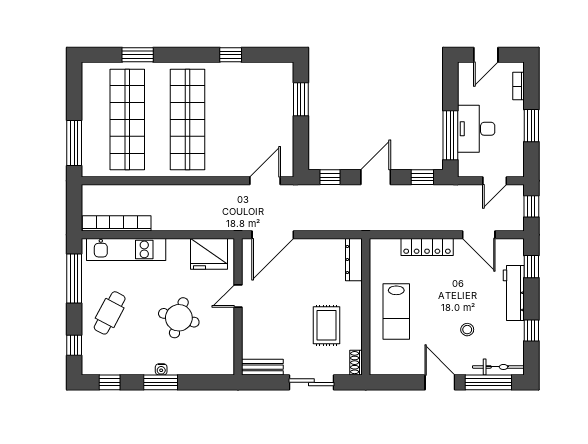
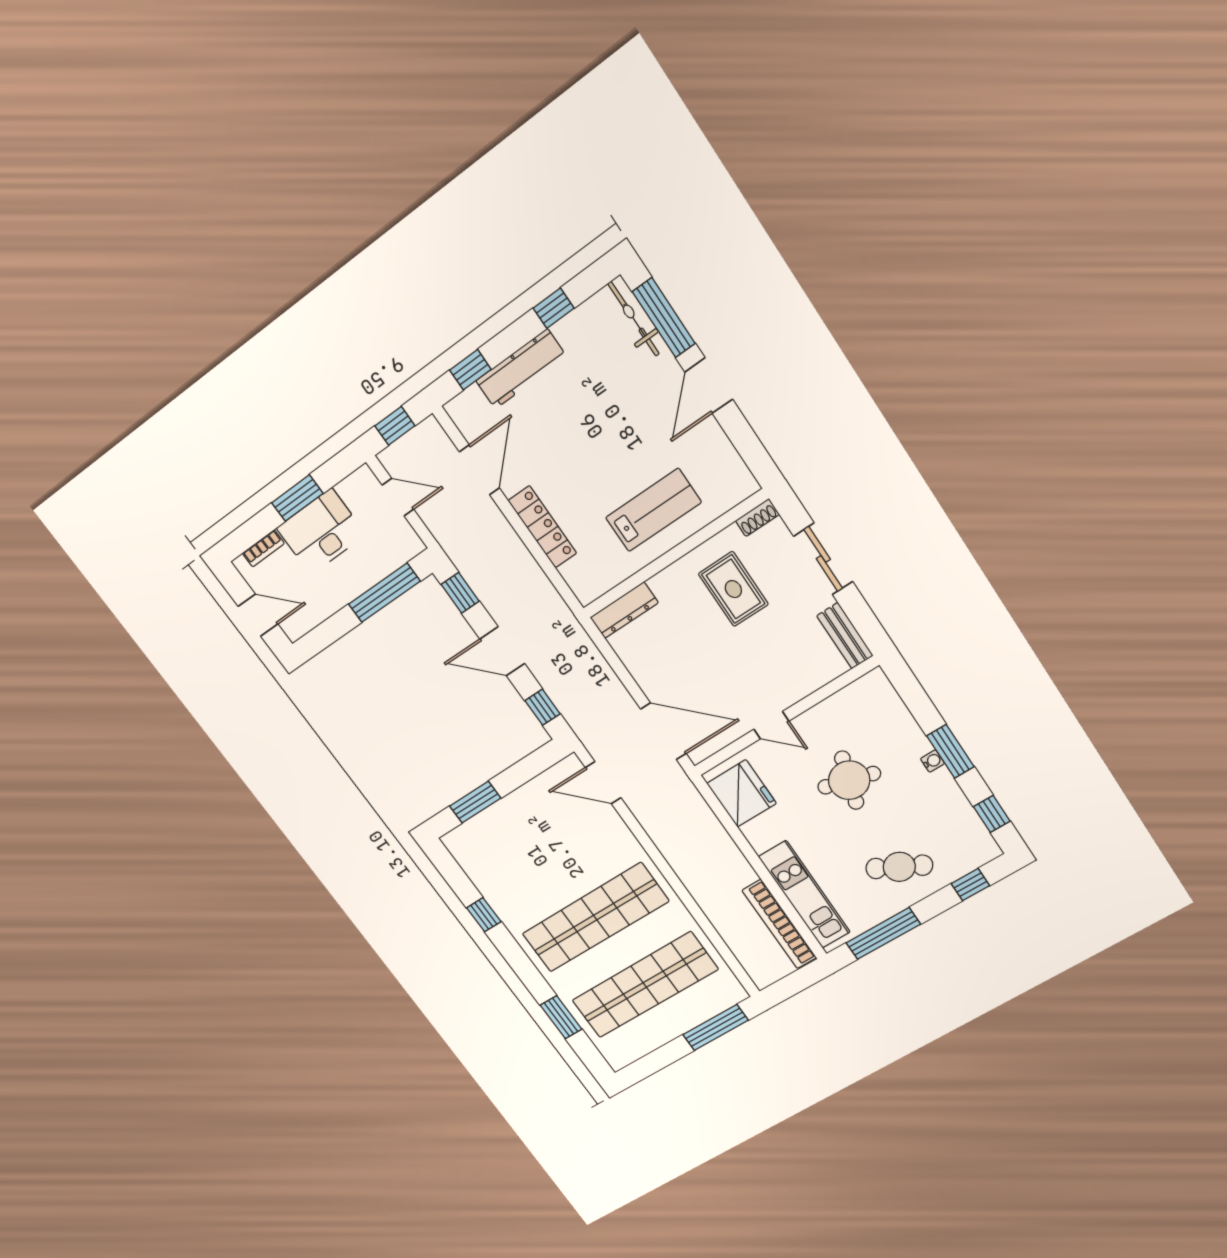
desk: (476, 129) -> (321, 532), moved, turned 180
rug: (327, 325) -> (733, 589), turned 90
stool: (467, 330) -> (612, 398), removed

